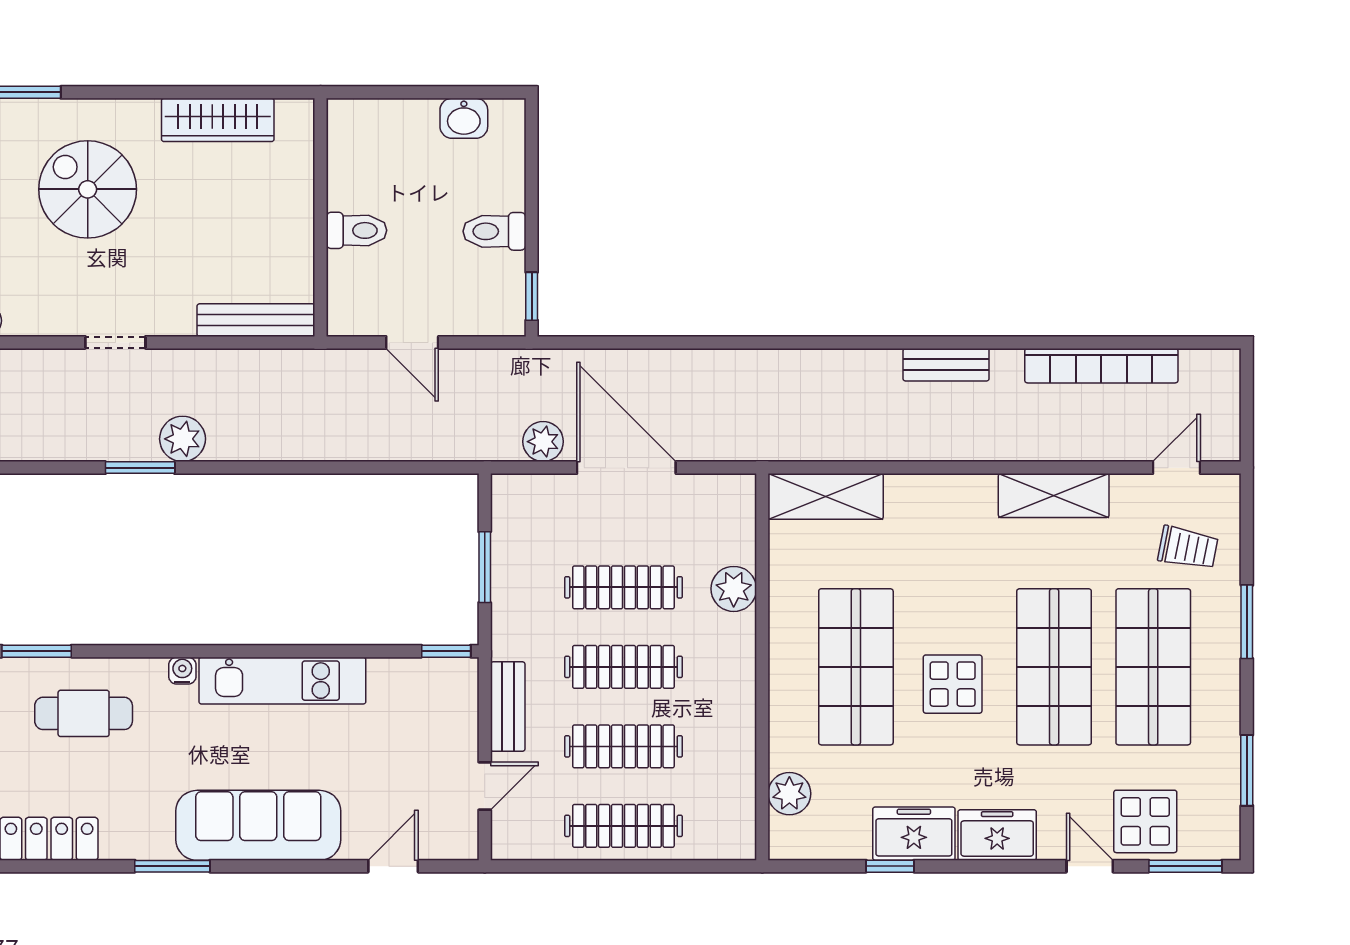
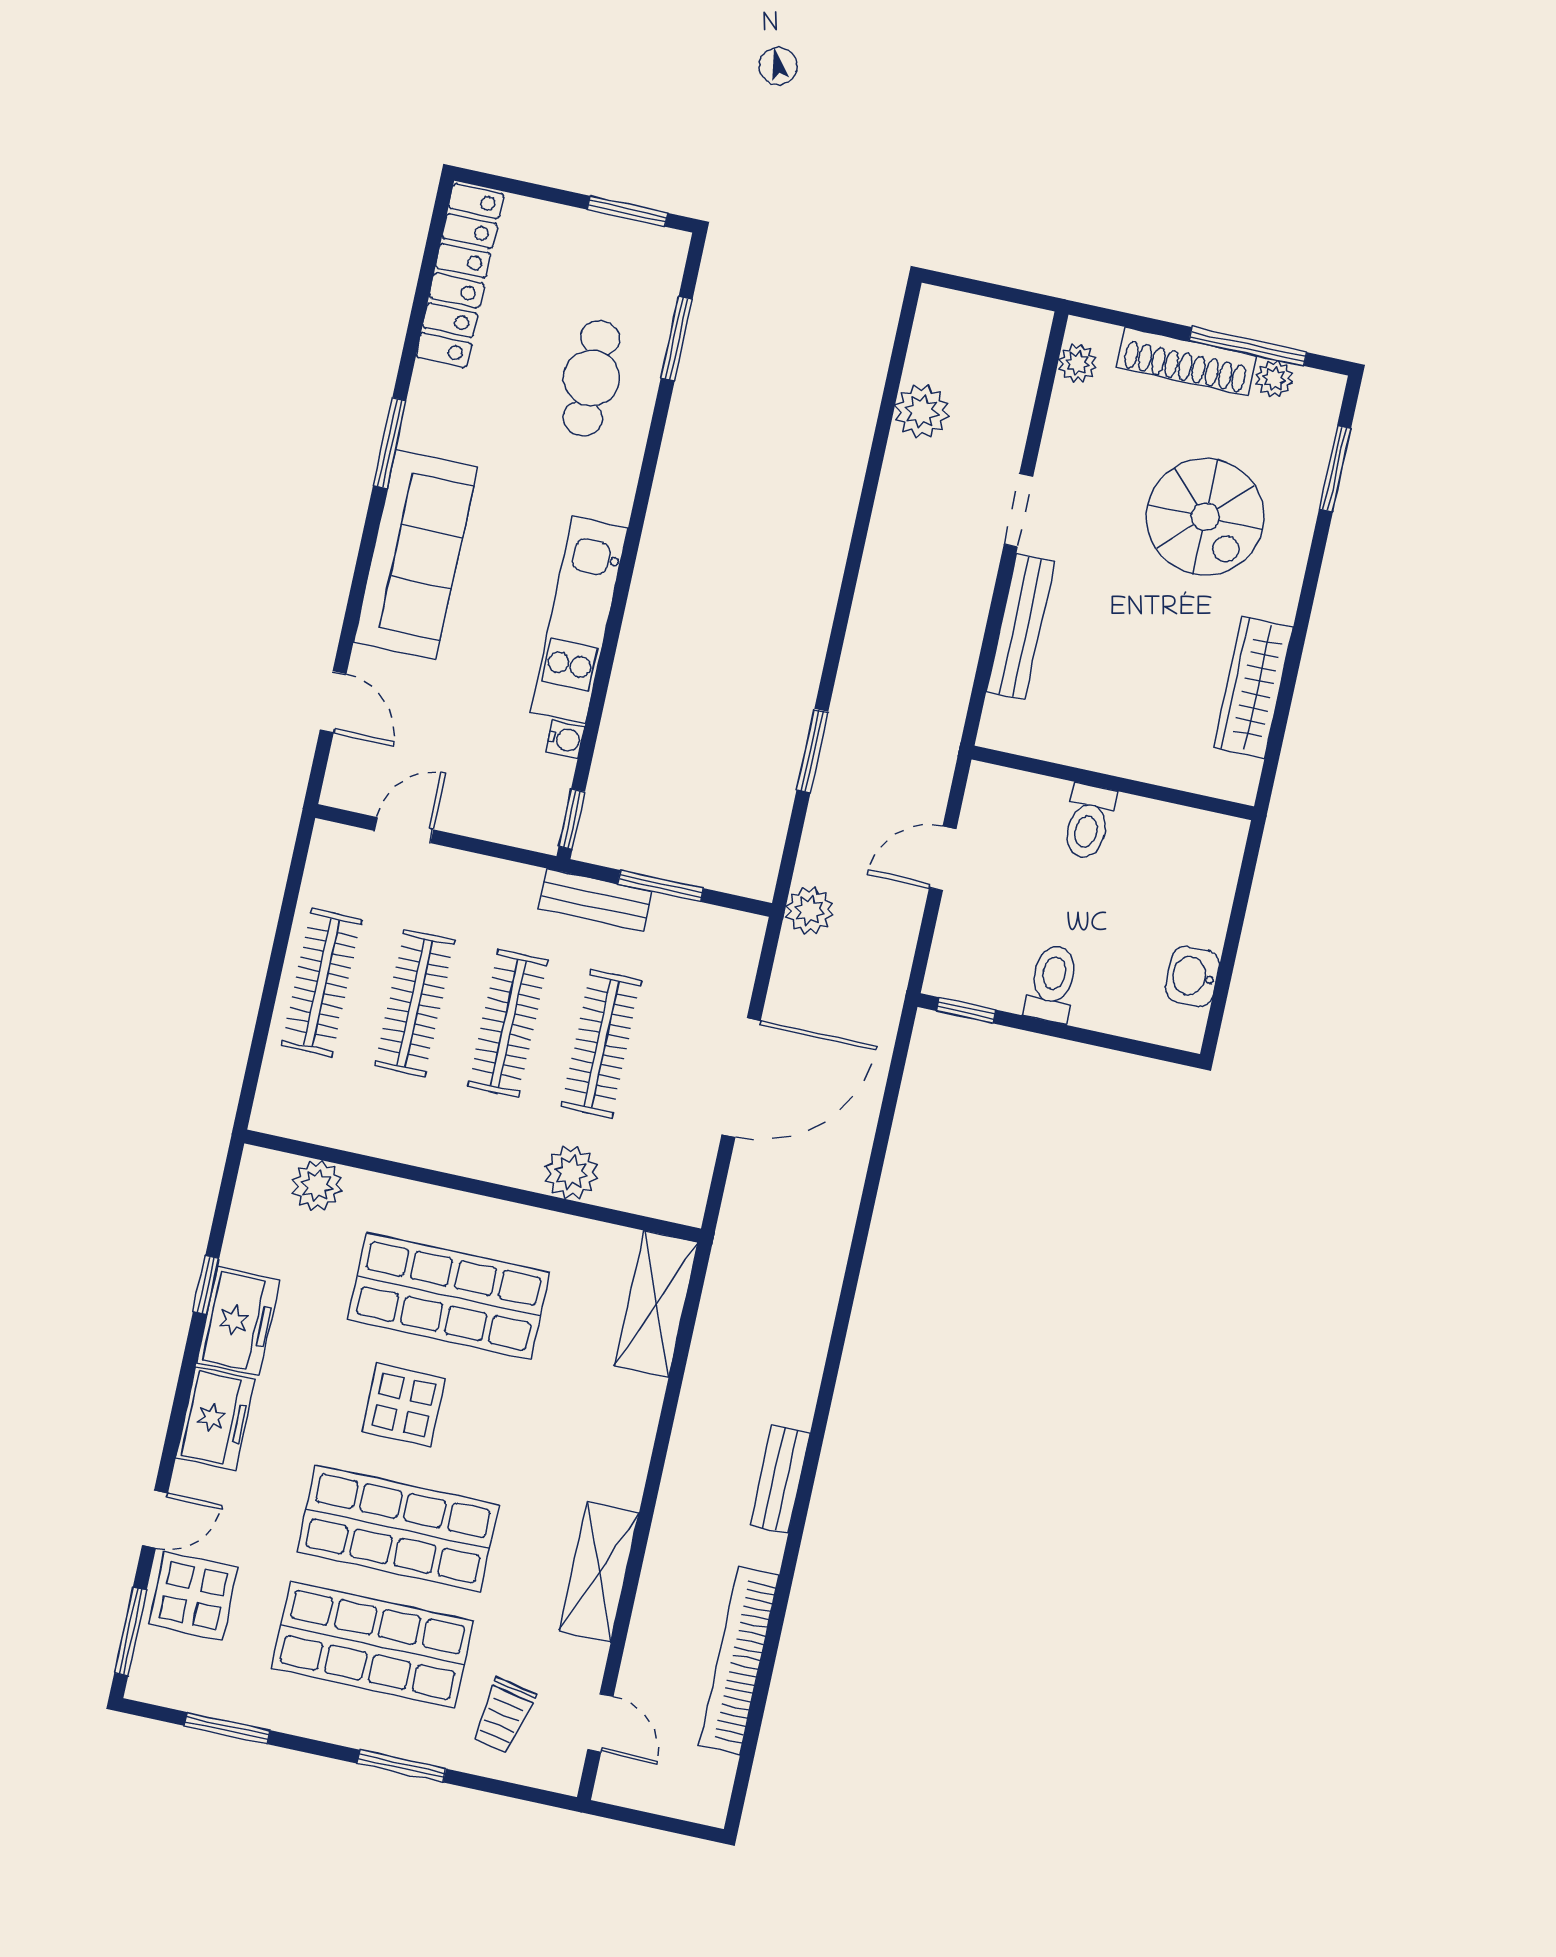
spiral stairs: (88, 189) -> (1205, 517), turned 90
bench: (256, 320) -> (1021, 627), moved
plant: (183, 439) -> (922, 411), moved
plant: (543, 442) -> (810, 911), moved
window: (140, 468) -> (812, 751), moved
water cooler: (182, 671) -> (565, 740), moved
bench: (508, 707) -> (595, 900), moved
door: (485, 786) -> (404, 830), swing flipped

